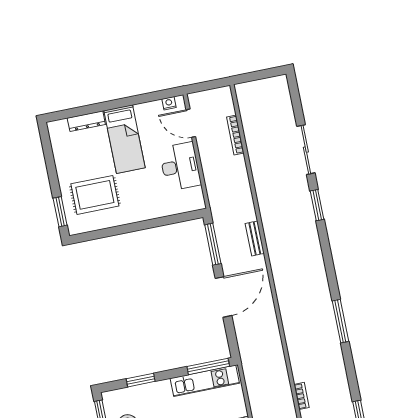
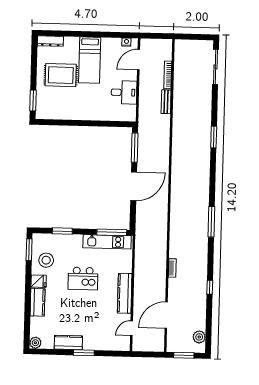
dresser: (86, 121) -> (50, 41), moved
door: (191, 123) -> (139, 60), hinge flipped
sliding door: (306, 150) -> (215, 67), moved
desk: (180, 166) -> (124, 92), width x0.73
rug: (95, 195) -> (61, 75), moved
bench: (255, 238) -> (166, 102), moved

